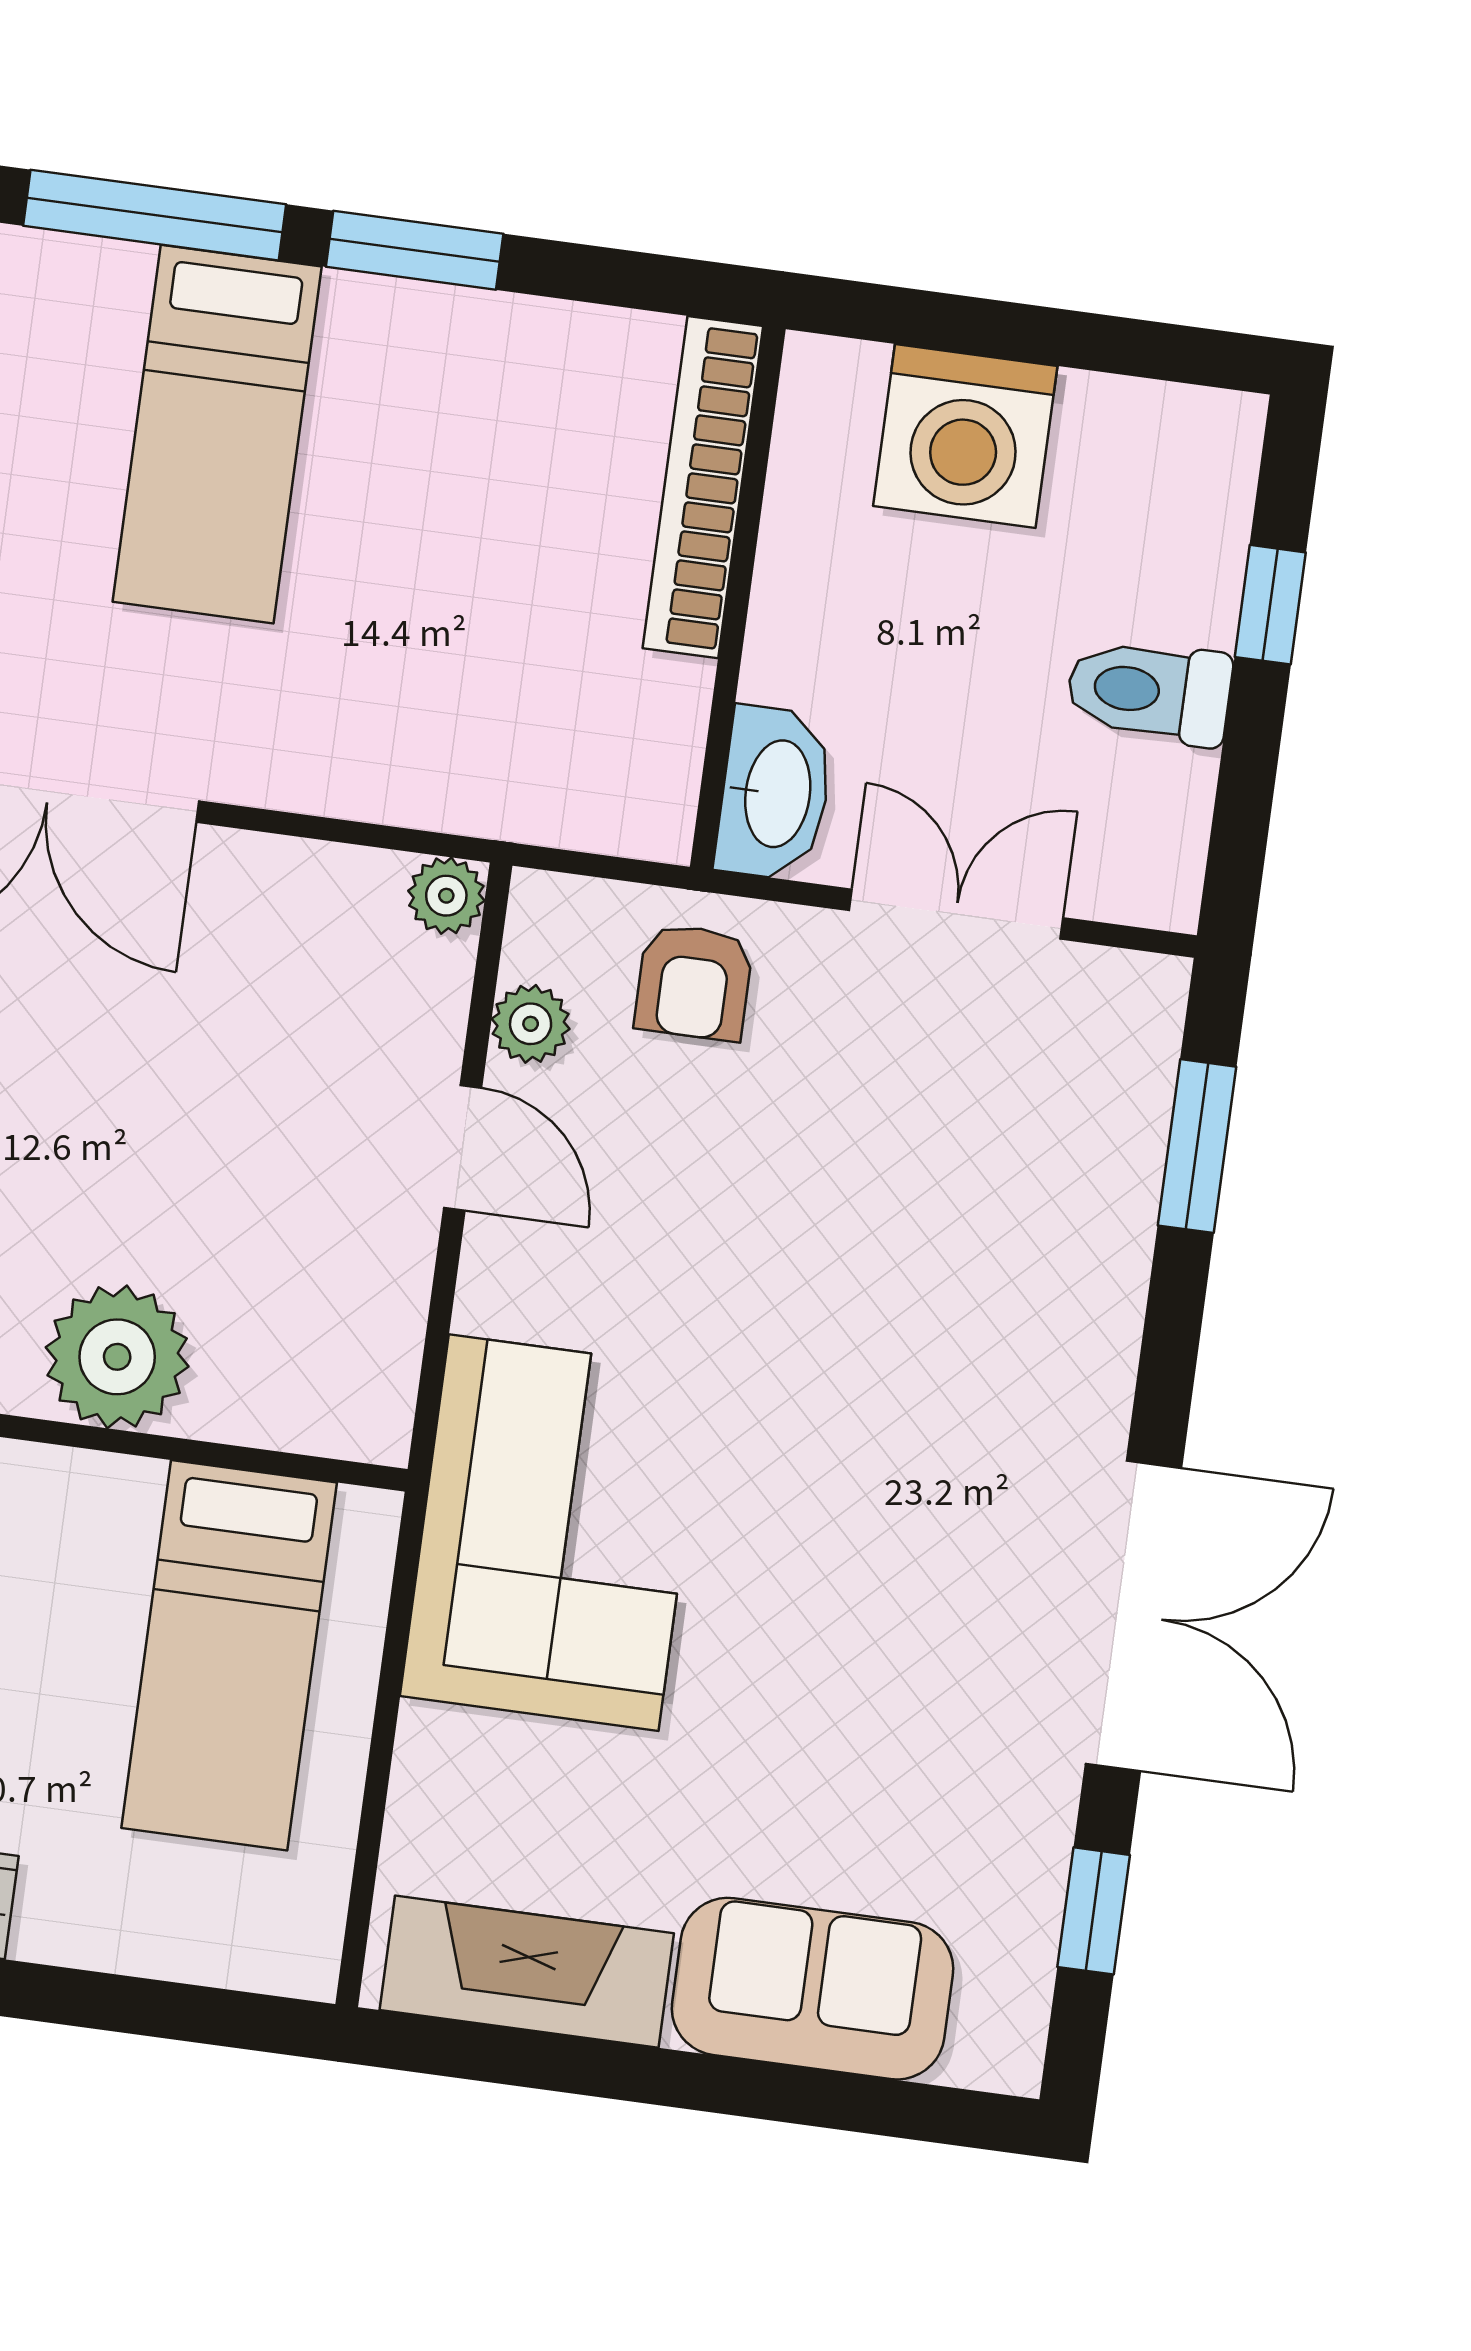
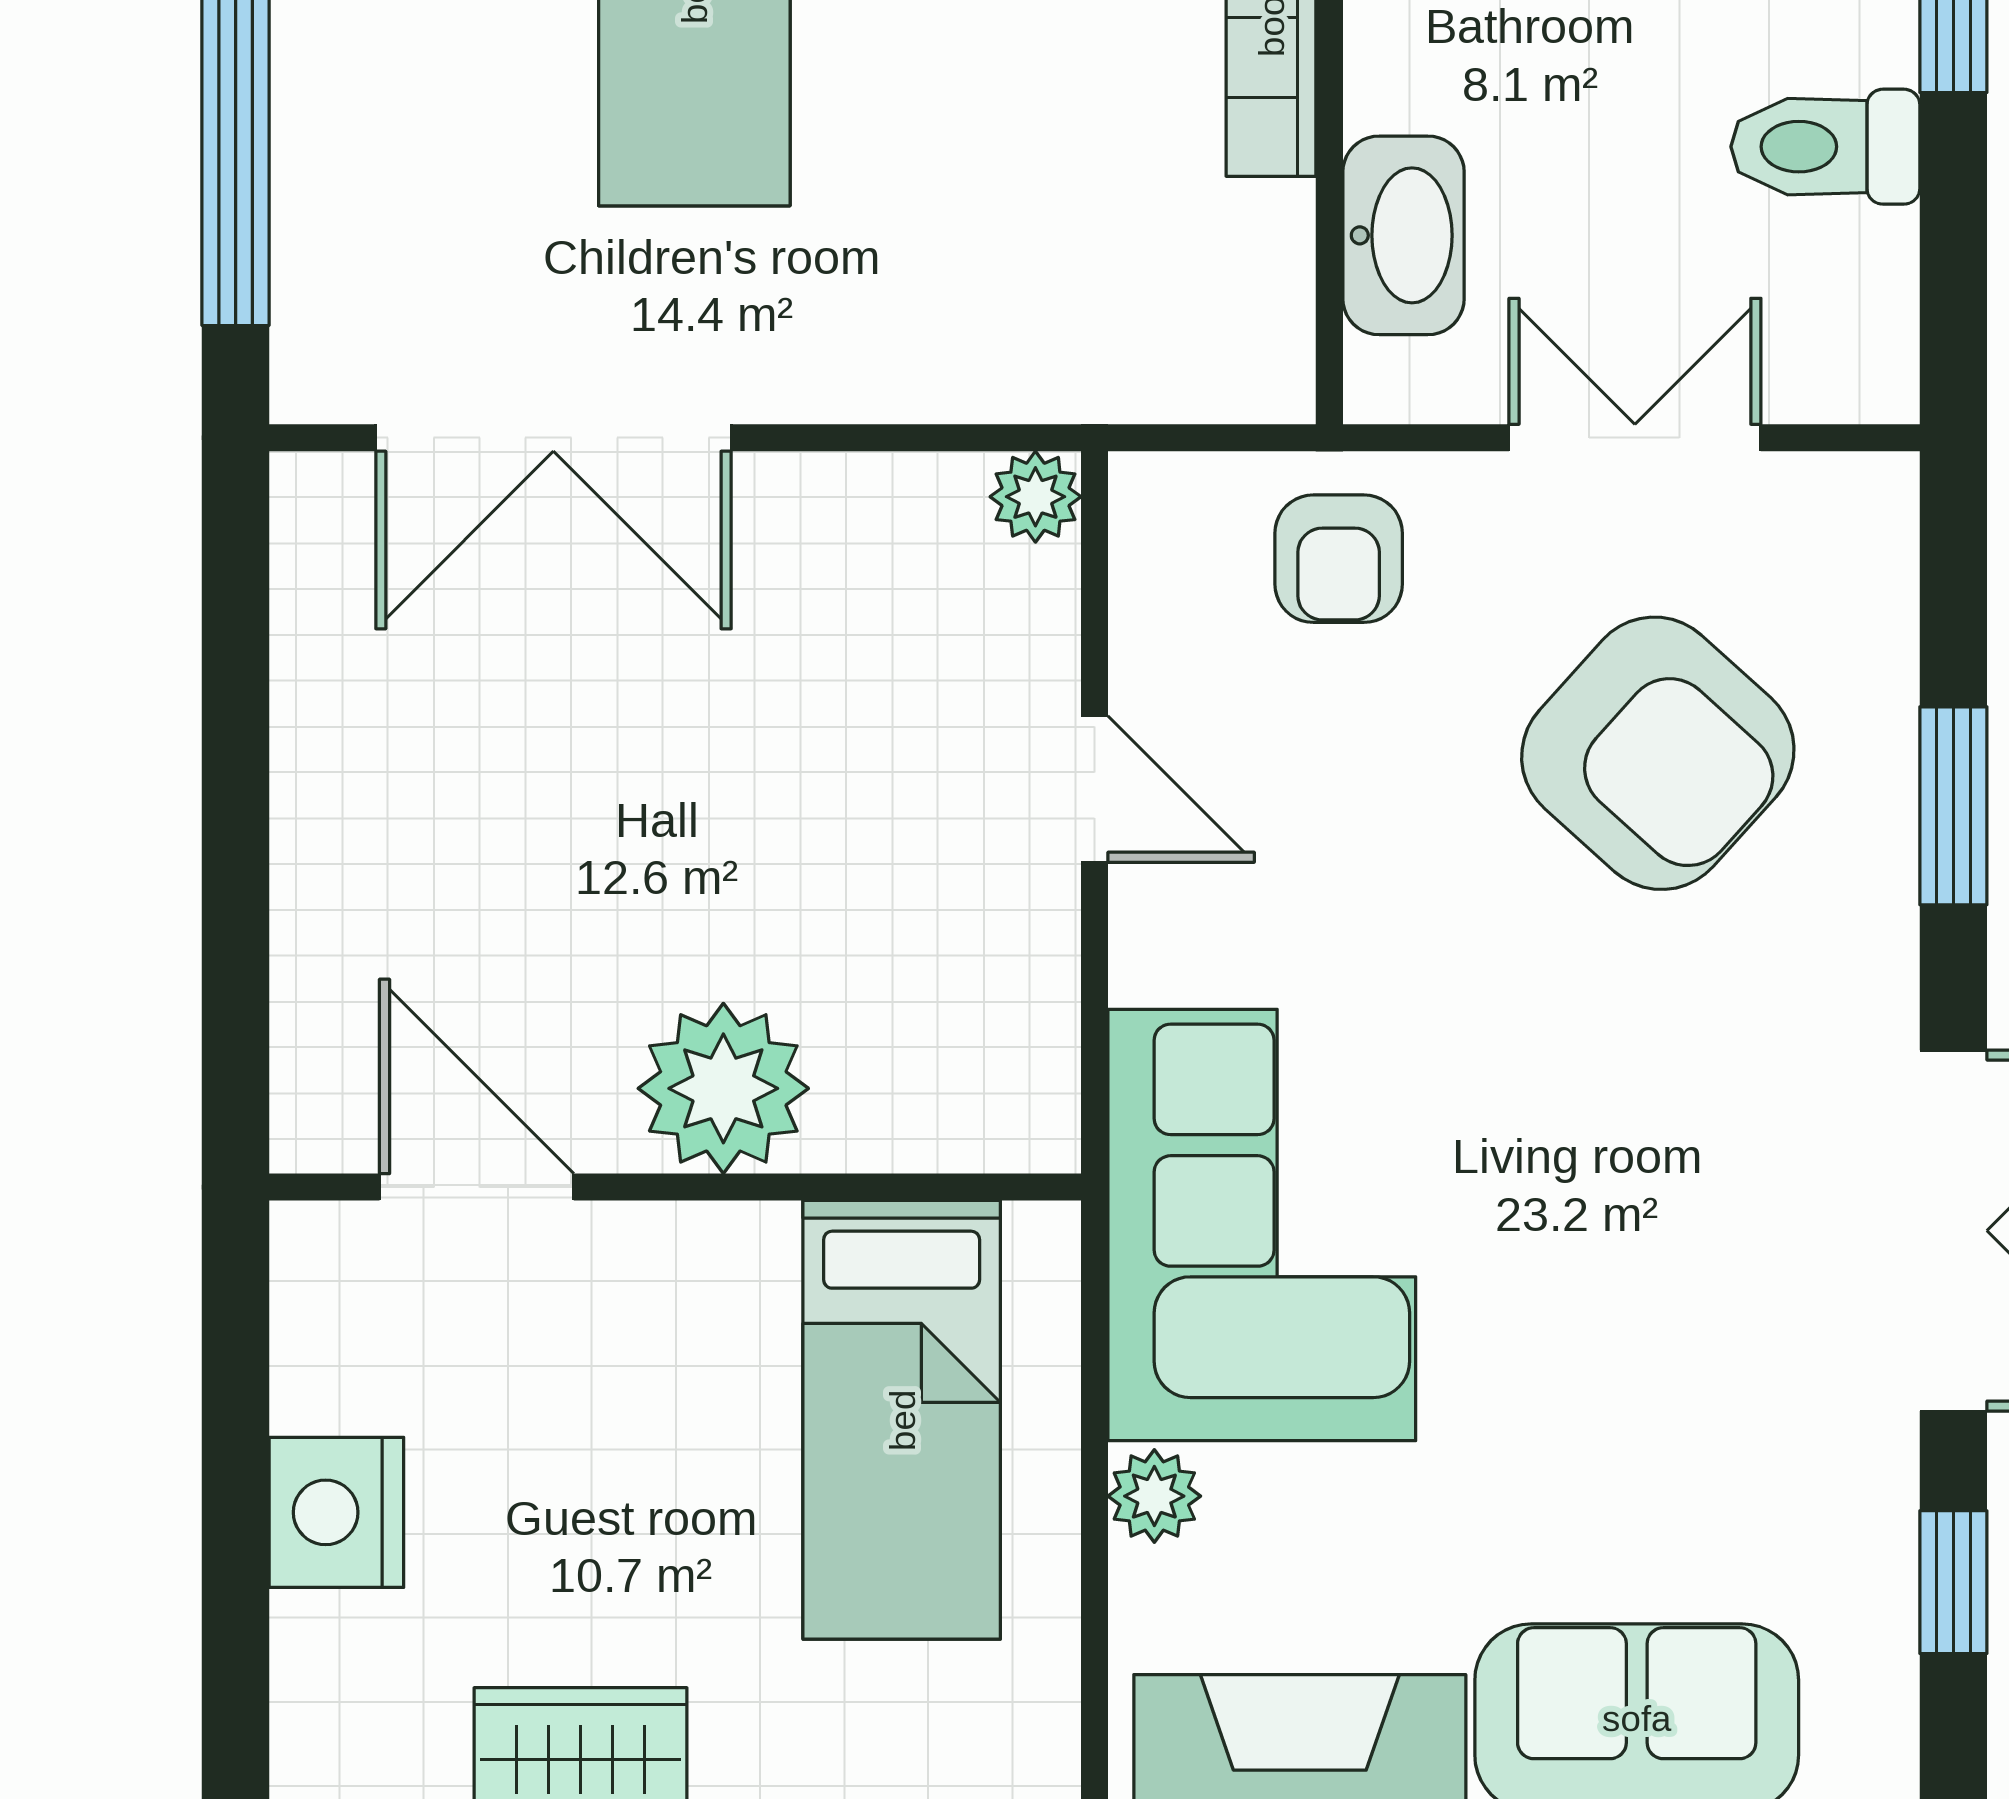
washbasin: (775, 793) -> (1403, 235), moved
plant: (531, 1024) -> (1154, 1496), moved
window: (1197, 1146) -> (1953, 806), moved
armchair: (940, 1182) -> (1658, 753), added

